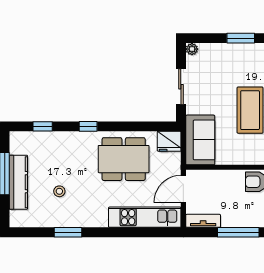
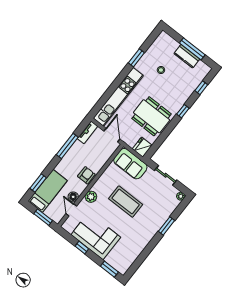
dining table: (124, 159) -> (152, 116), turned 90
kitchen counter: (18, 182) -> (187, 56), width x0.67
kitchen unit: (145, 217) -> (118, 97), width x1.36

